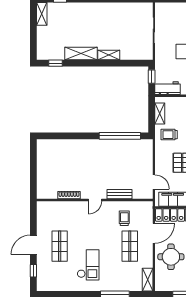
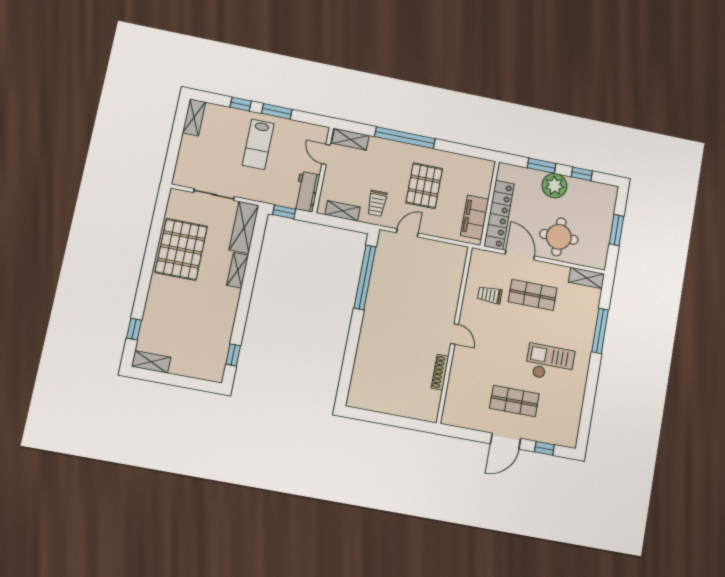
pallet: (115, 17) -> (181, 249), added
shelving: (81, 54) -> (244, 228), moved
door: (154, 182) -> (407, 233), moved
bench: (120, 194) -> (453, 295), removed
door: (33, 245) -> (505, 441), hinge flipped

